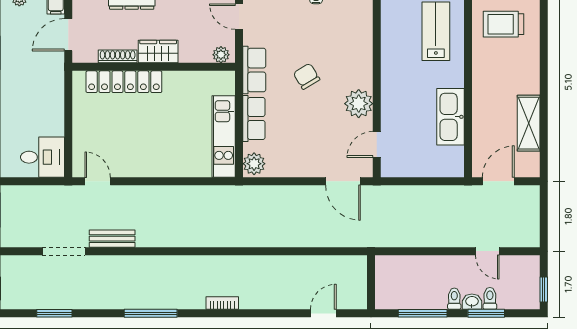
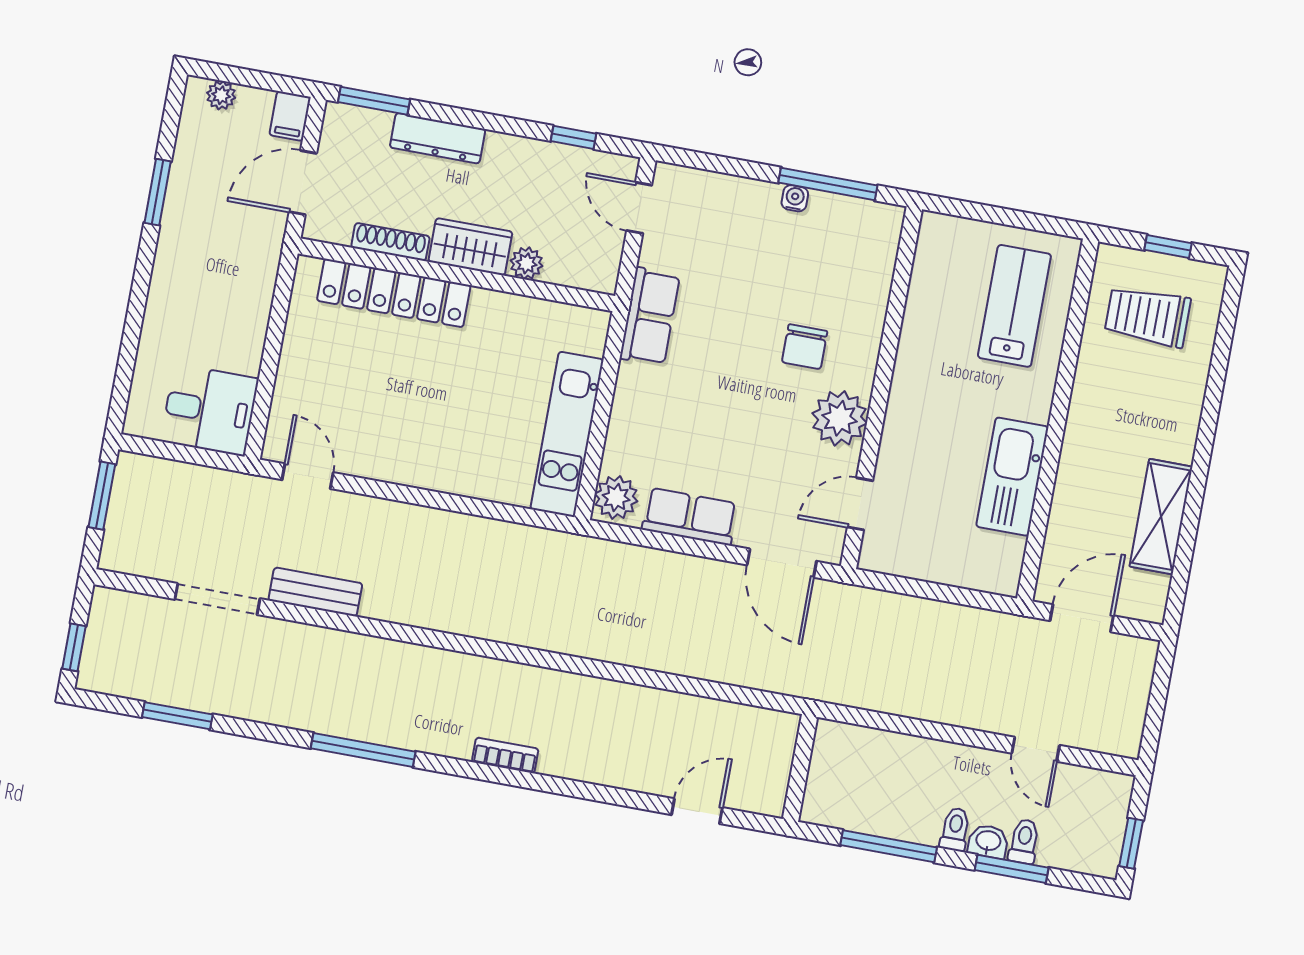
plant: (221, 55) -> (527, 263), moved
chair: (307, 76) -> (805, 347), moved, turned -149
row of seats: (254, 118) -> (690, 517), moved, turned -90

